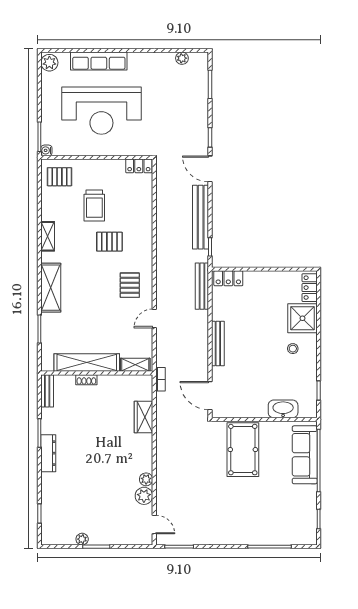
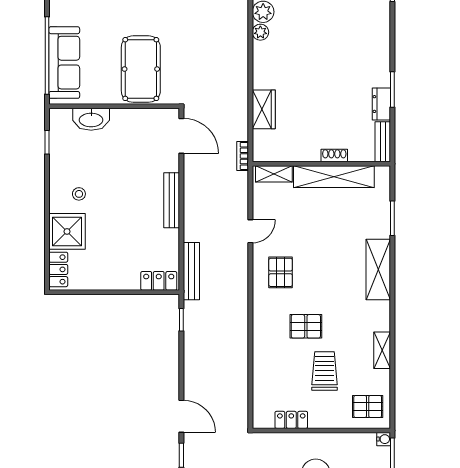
locker: (139, 166) -> (291, 420), moved
bench: (201, 217) -> (193, 357), removed
shelving: (48, 236) -> (382, 350), moved
dresser: (48, 453) -> (381, 104), moved, width x0.70

